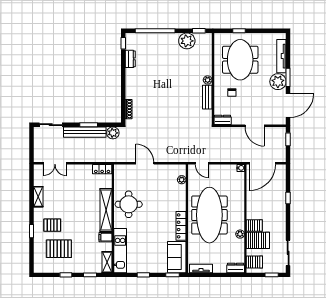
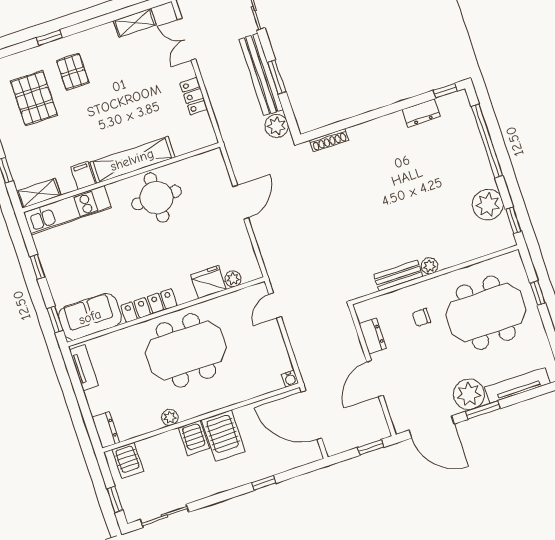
dresser: (223, 120) -> (373, 336), moved
locker: (102, 169) -> (194, 96), moved
fridge: (179, 192) -> (208, 282), added
shelving: (38, 197) -> (135, 23), moved
meeting table: (209, 215) -> (186, 350), width x0.73
server rack: (258, 240) -> (223, 436), moved

